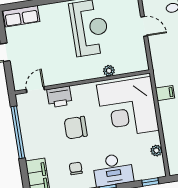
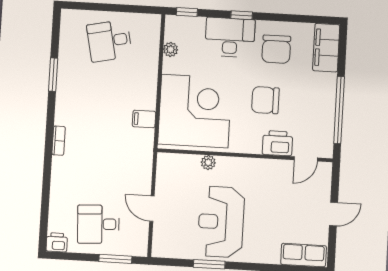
chair: (76, 128) -> (265, 100), turned 180
chair: (76, 168) -> (276, 49), width x1.87, depth x1.87

